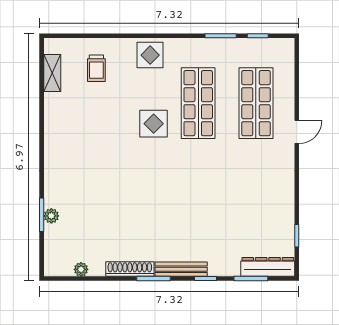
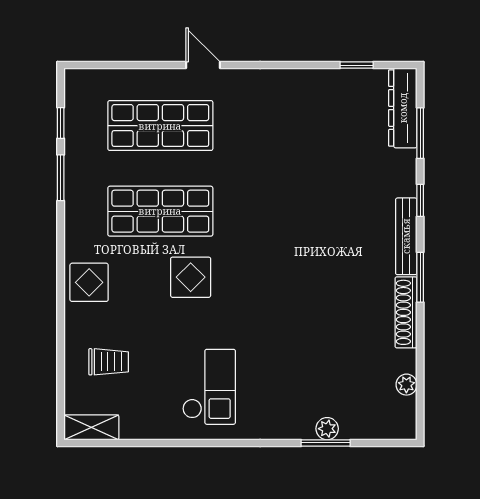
shelving: (52, 73) -> (91, 427), moved
checkout: (80, 136) -> (209, 387), added

